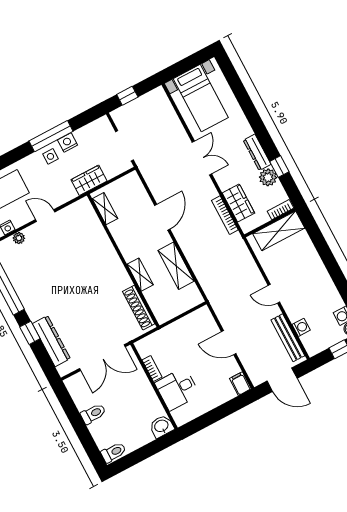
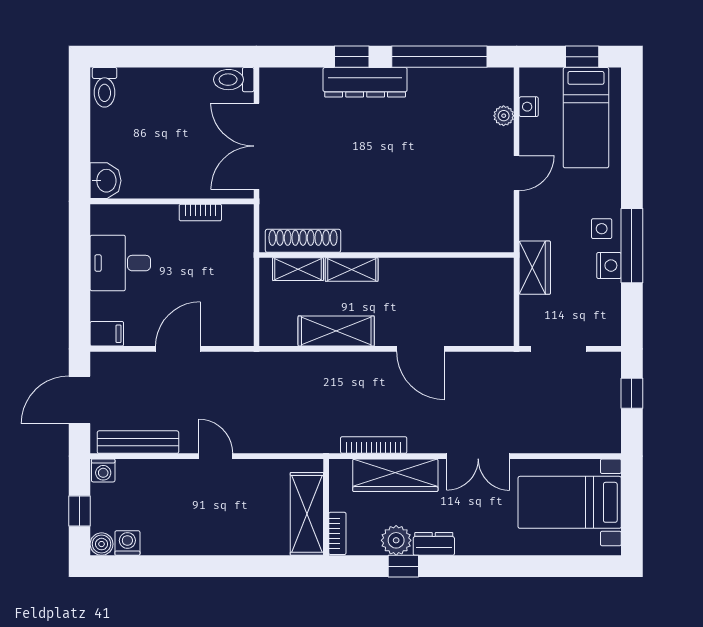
dresser: (257, 152) -> (434, 544), width x0.70
wardrobe: (238, 203) -> (395, 475), width x1.50
shelving: (105, 209) -> (298, 269), moved
door: (274, 294) -> (216, 456), hinge flipped
washing machine: (301, 327) -> (103, 470), moved
dresser: (51, 341) -> (365, 82), moved
desk: (177, 389) -> (120, 263), moved, turned -90
toilet: (93, 414) -> (234, 80), moved, turned 90

